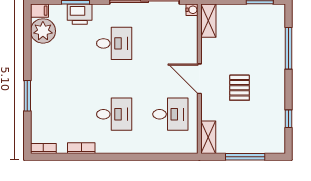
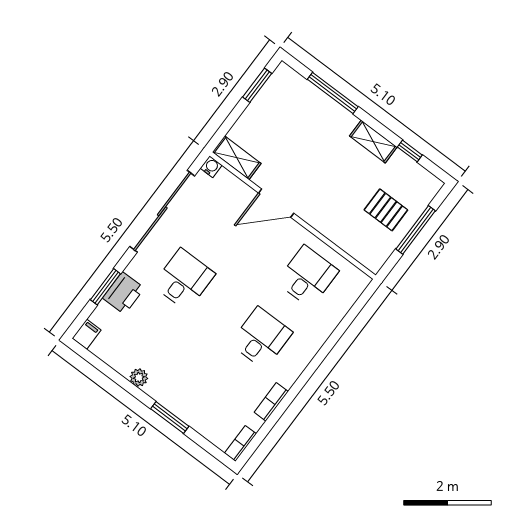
plant: (43, 31) -> (139, 378), moved, width x0.53, depth x0.53
door: (199, 79) -> (276, 203), moved
pallet: (240, 88) -> (386, 210), moved
shelving: (208, 137) -> (373, 142), moved

